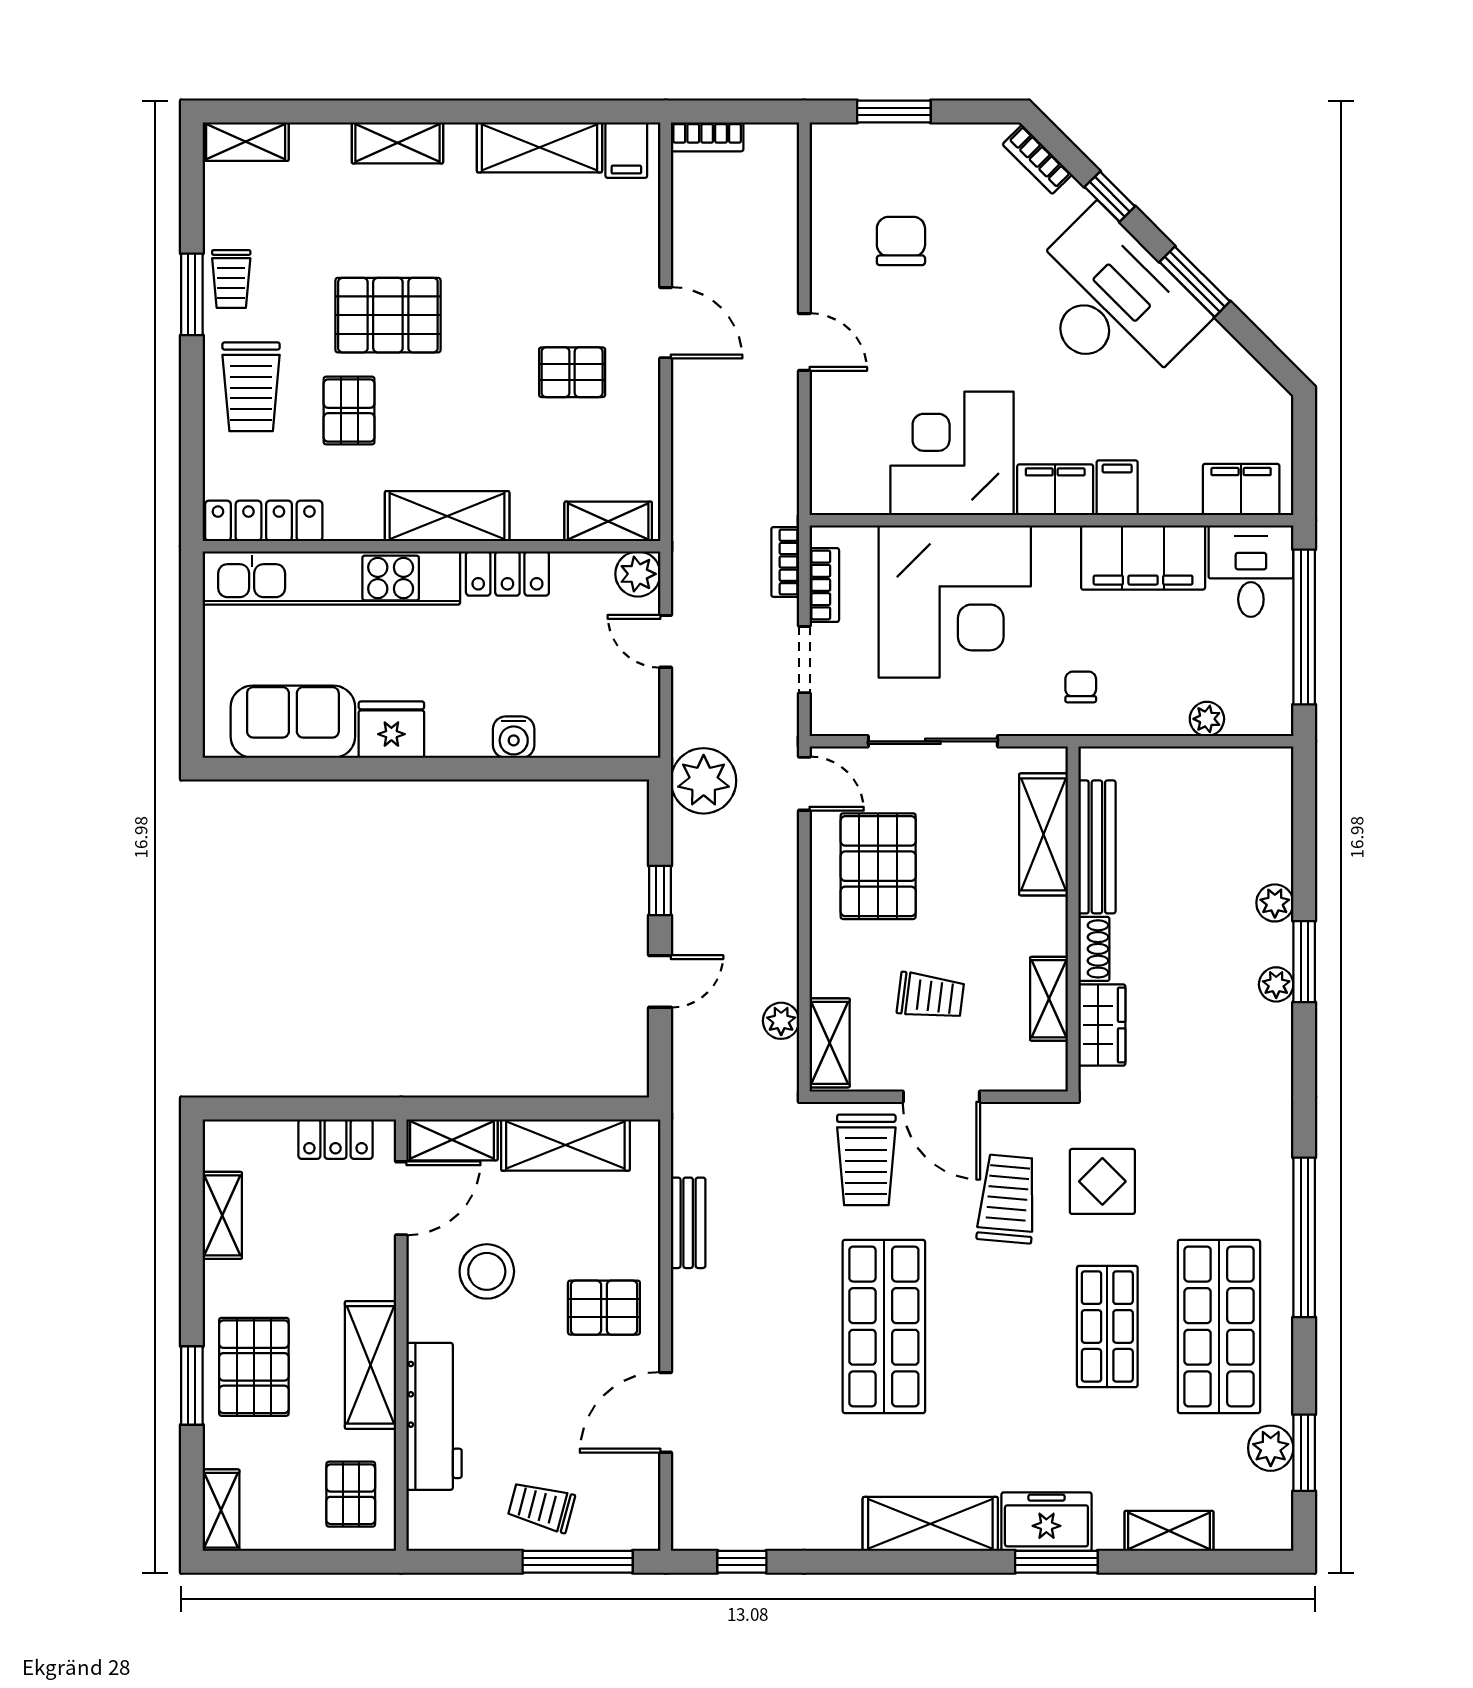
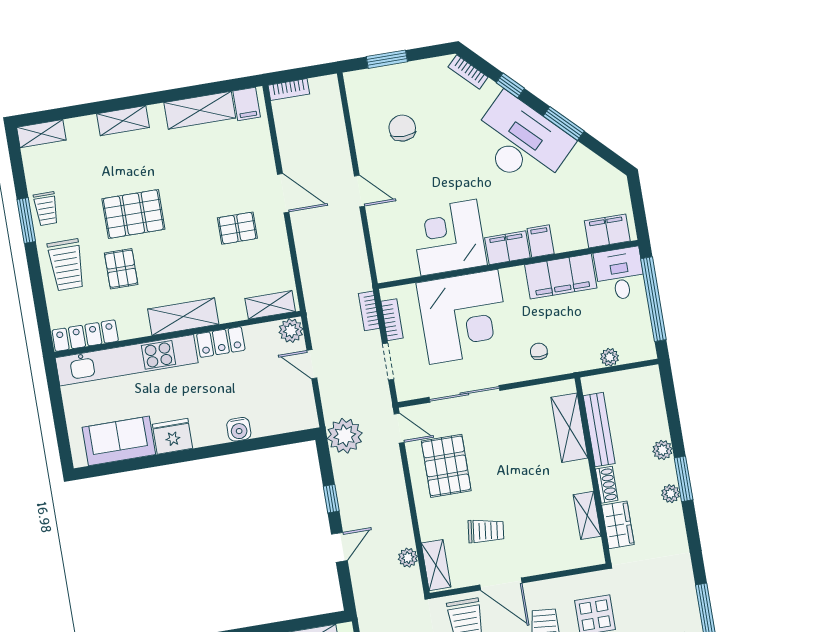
shelving: (1044, 834) -> (569, 428), moved
bench: (1097, 847) -> (599, 430), moved
wall: (1073, 919) -> (593, 470), moved
shoe rack: (1094, 949) -> (607, 485), moved
shelving: (1049, 999) -> (587, 515), moved
wardrobe: (1102, 1025) -> (618, 525), moved

